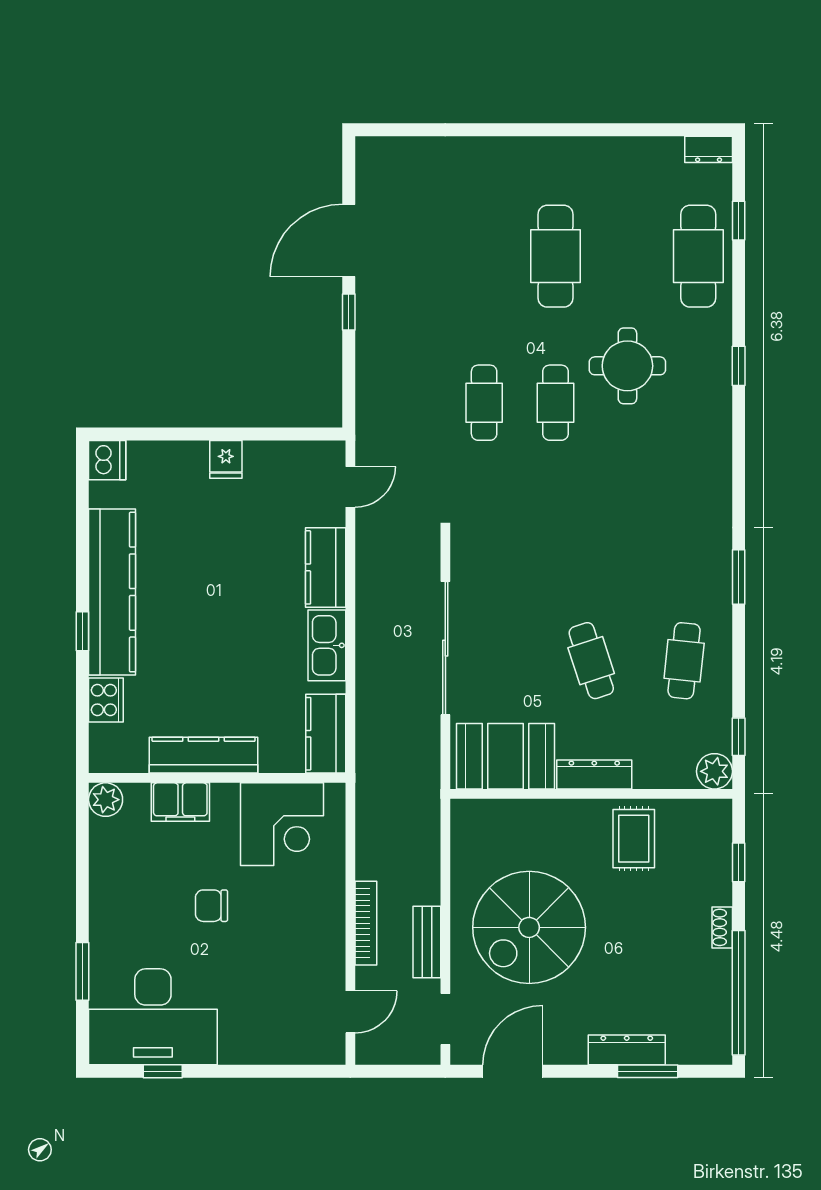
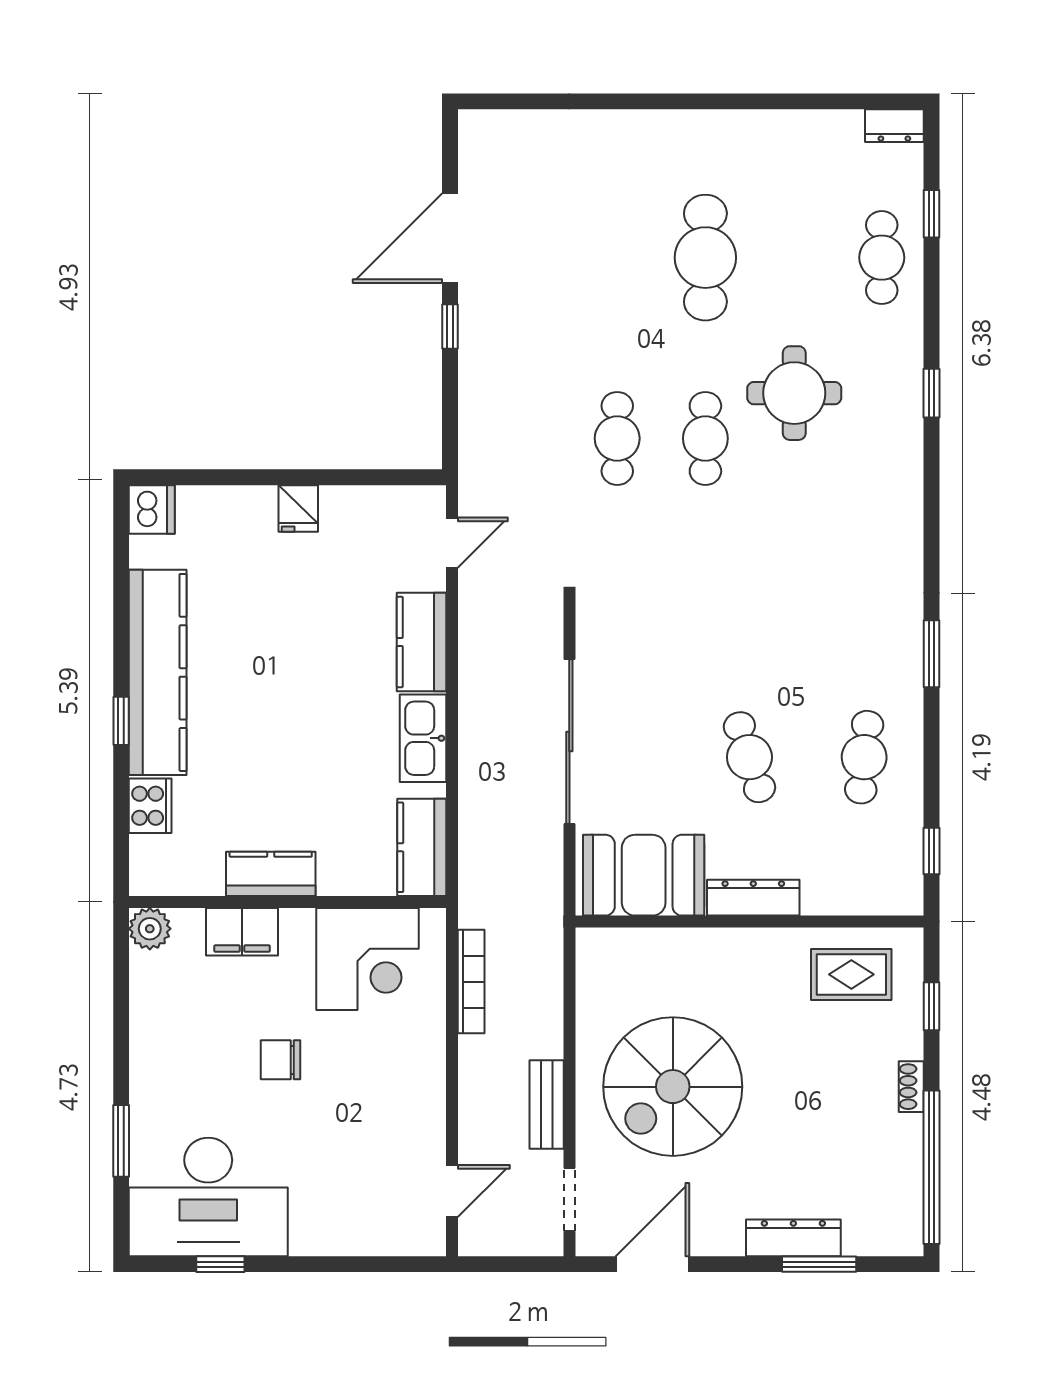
cafe table: (698, 256) -> (882, 258), width x0.73, depth x0.74
kitchen counter: (204, 755) -> (271, 874), width x0.67
plant: (714, 771) -> (902, 894), removed
rug: (634, 839) -> (851, 974), moved, turned 90
bookcase: (366, 923) -> (471, 982), moved

